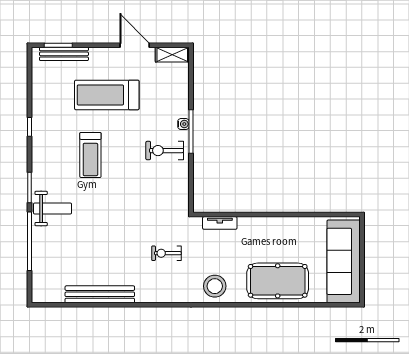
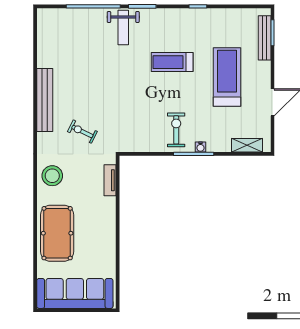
shelving: (172, 55) -> (247, 145), moved, turned 90
exercise bike: (166, 253) -> (82, 132), turned -64
bench: (100, 294) -> (45, 100), moved

